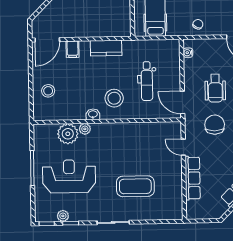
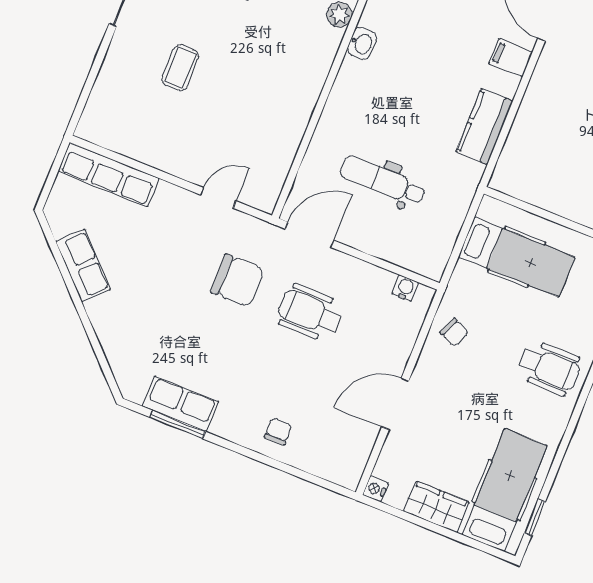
stool: (114, 98) -> (376, 100), removed
row of seats: (193, 178) -> (109, 175), moved
coffee table: (135, 186) -> (180, 68), width x0.54, depth x0.58

